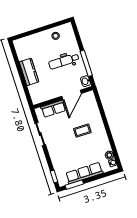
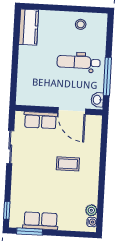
kitchen counter: (29, 72) -> (29, 27), moved
door: (72, 95) -> (72, 111), hinge flipped
row of seats: (84, 173) -> (40, 221), width x0.68

